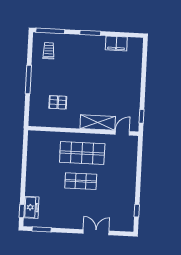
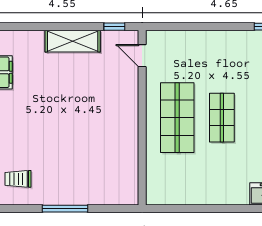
pallet: (58, 102) -> (99, 160), removed
shelving: (98, 122) -> (73, 41), moved, turned 90

